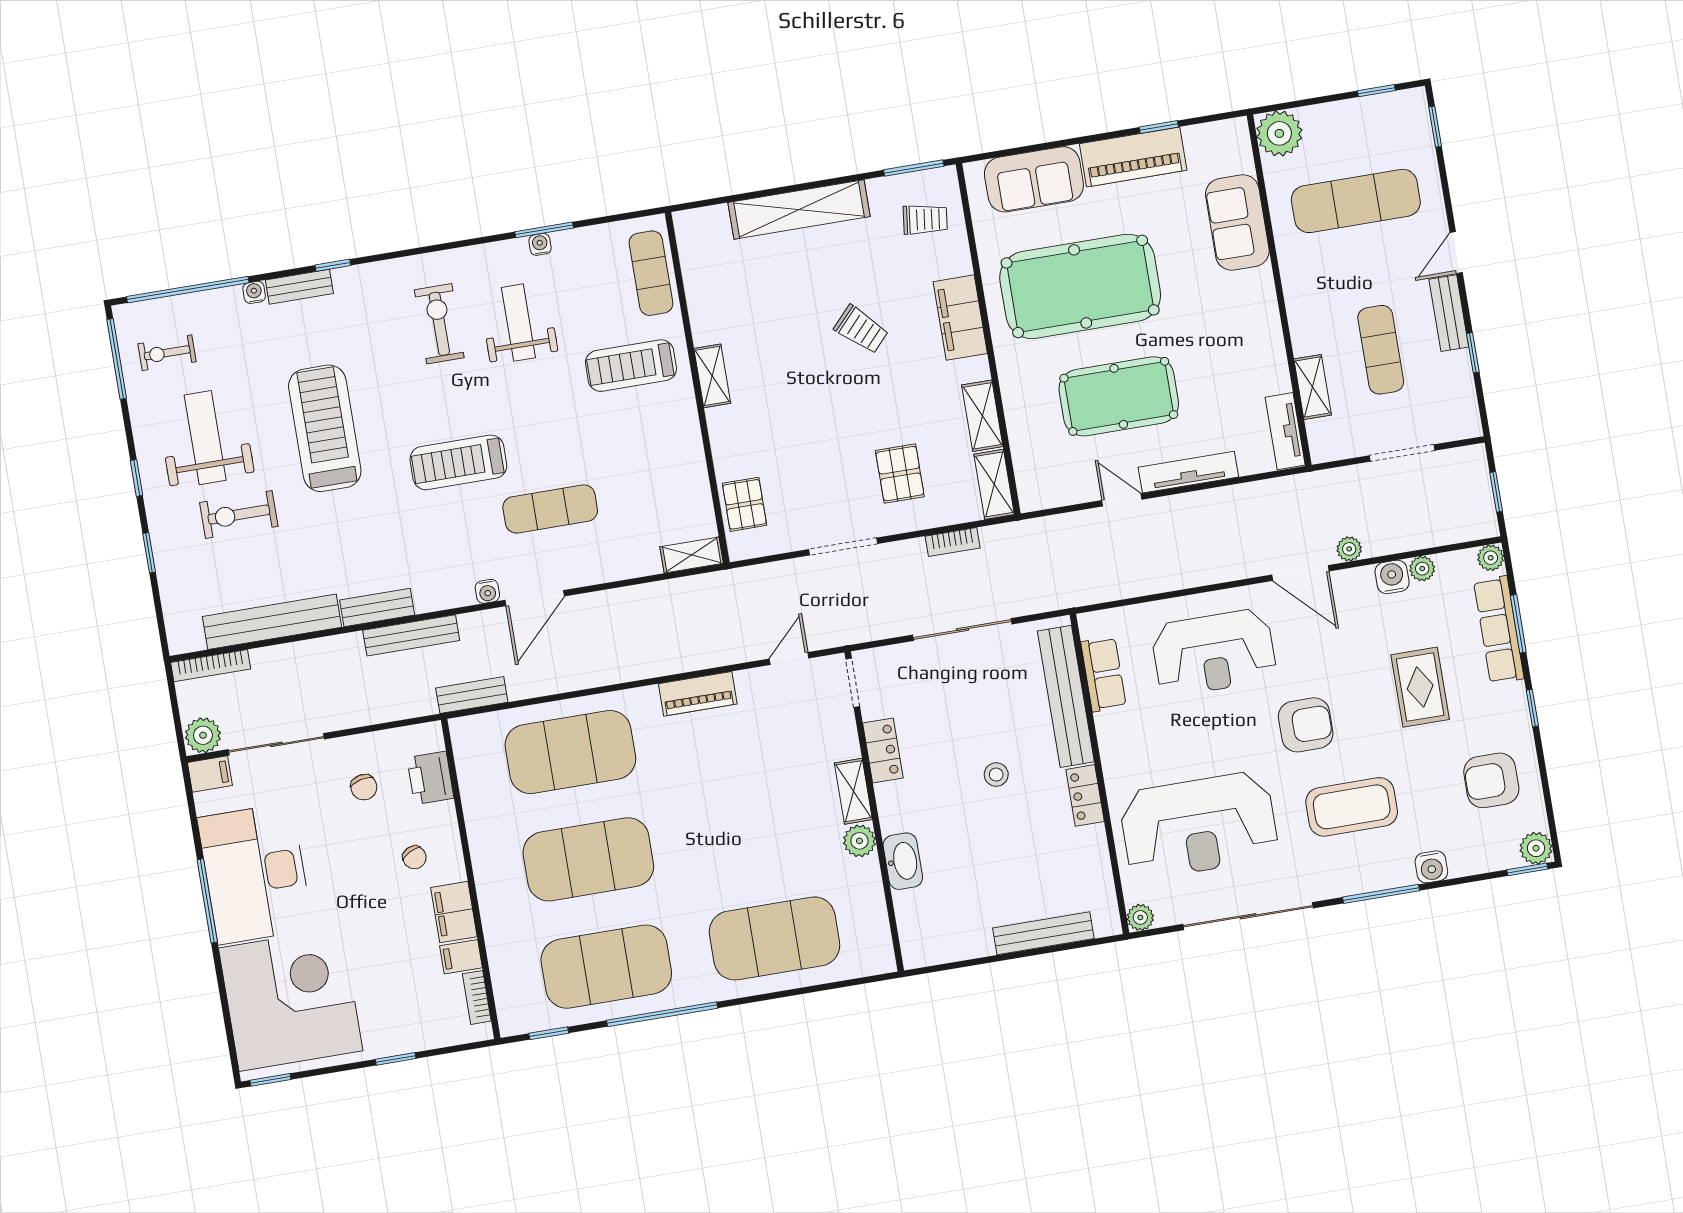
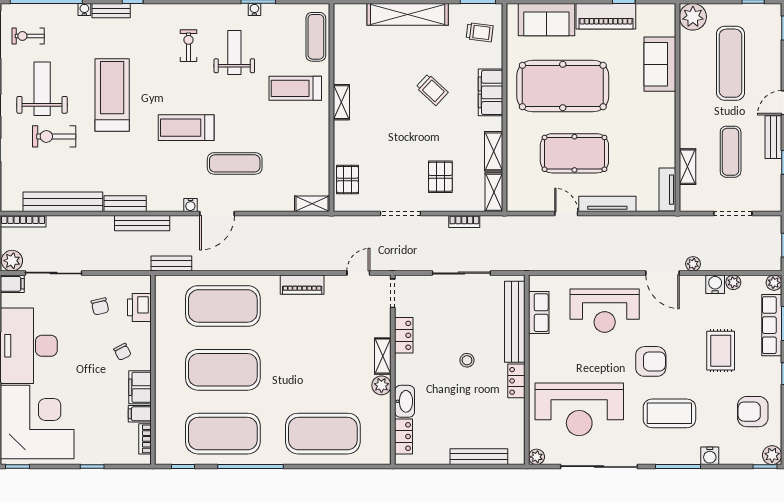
exercise mat: (1356, 201) -> (731, 63), turned 90
exercise bike: (439, 324) -> (188, 46), width x0.73, depth x0.72
locker: (911, 921) -> (404, 437), added

